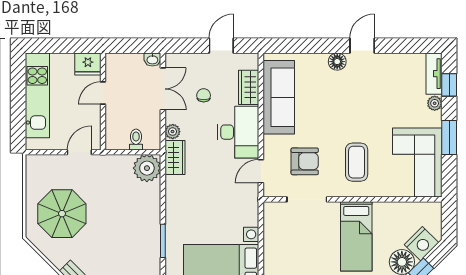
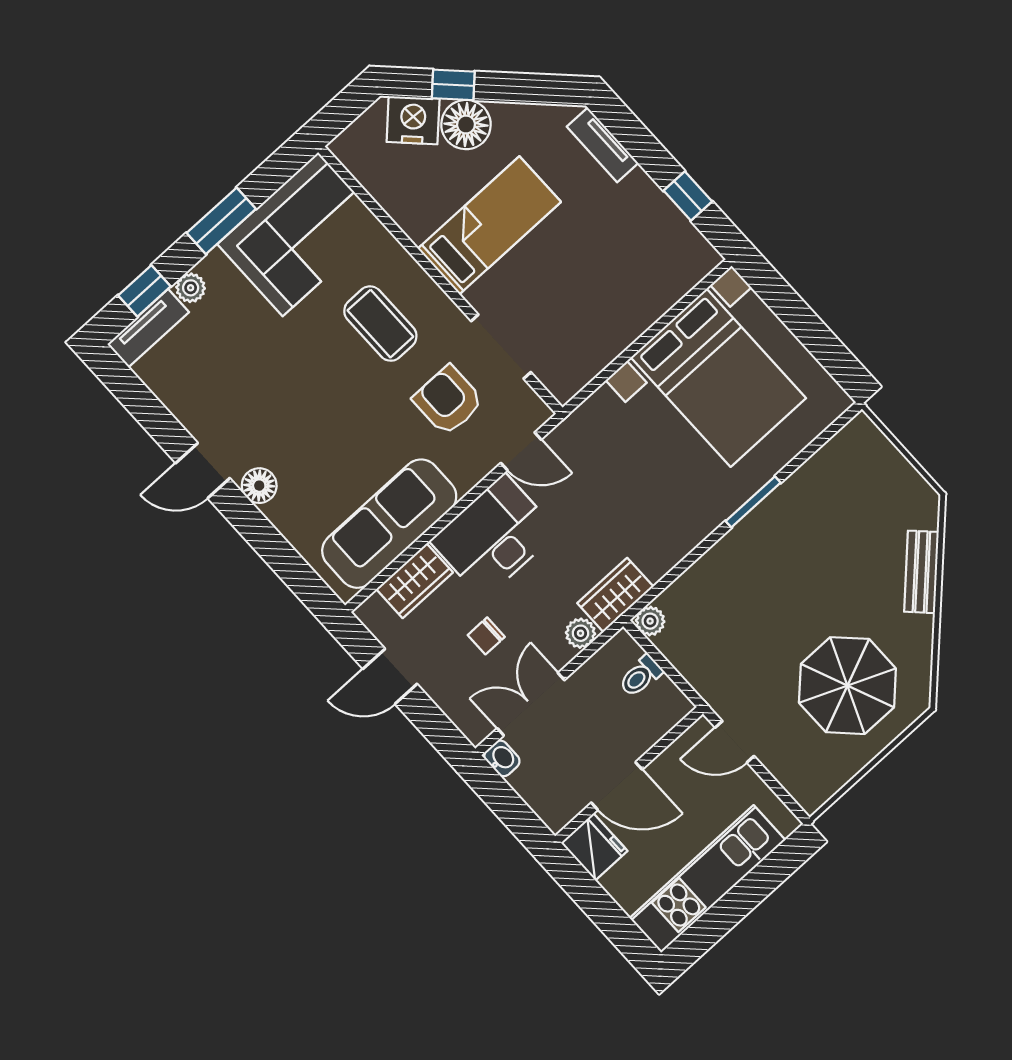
door: (103, 93) -> (617, 786), width x1.38
coffee table: (357, 162) -> (380, 324), turned 90
plant: (147, 168) -> (650, 621), width x0.53, depth x0.53

